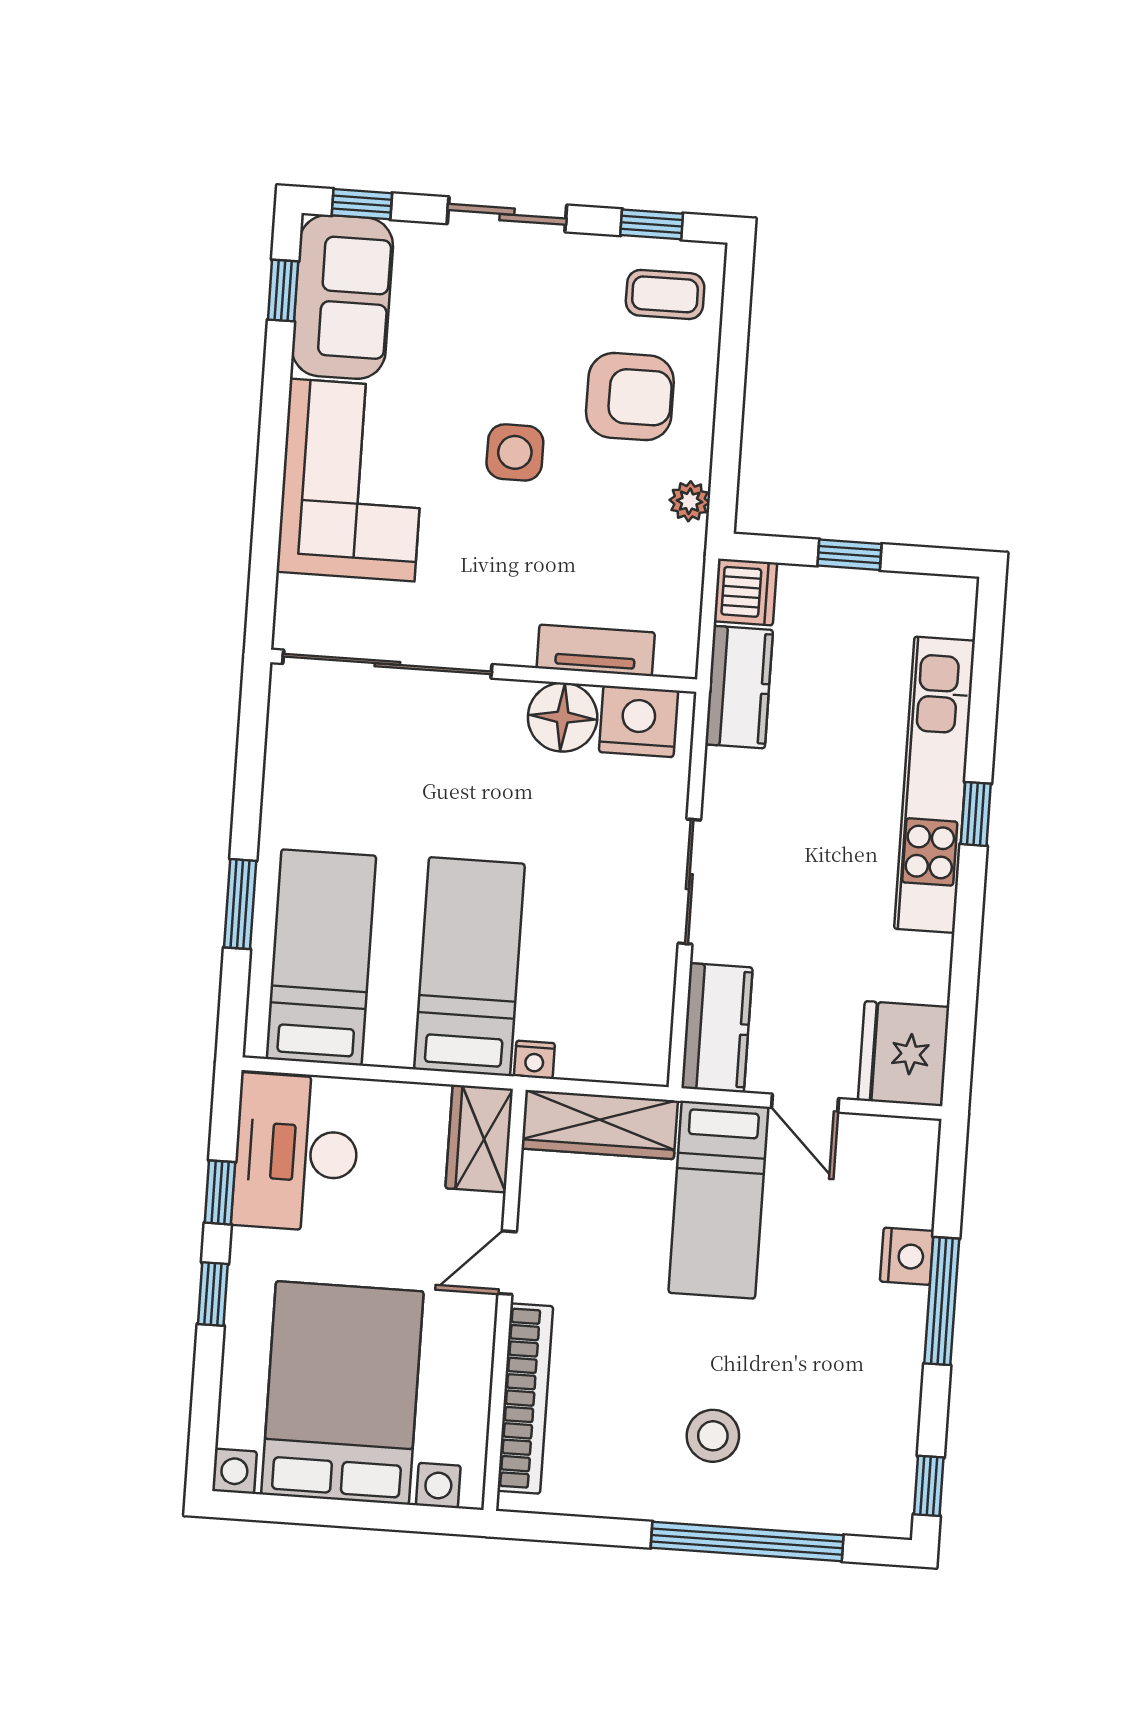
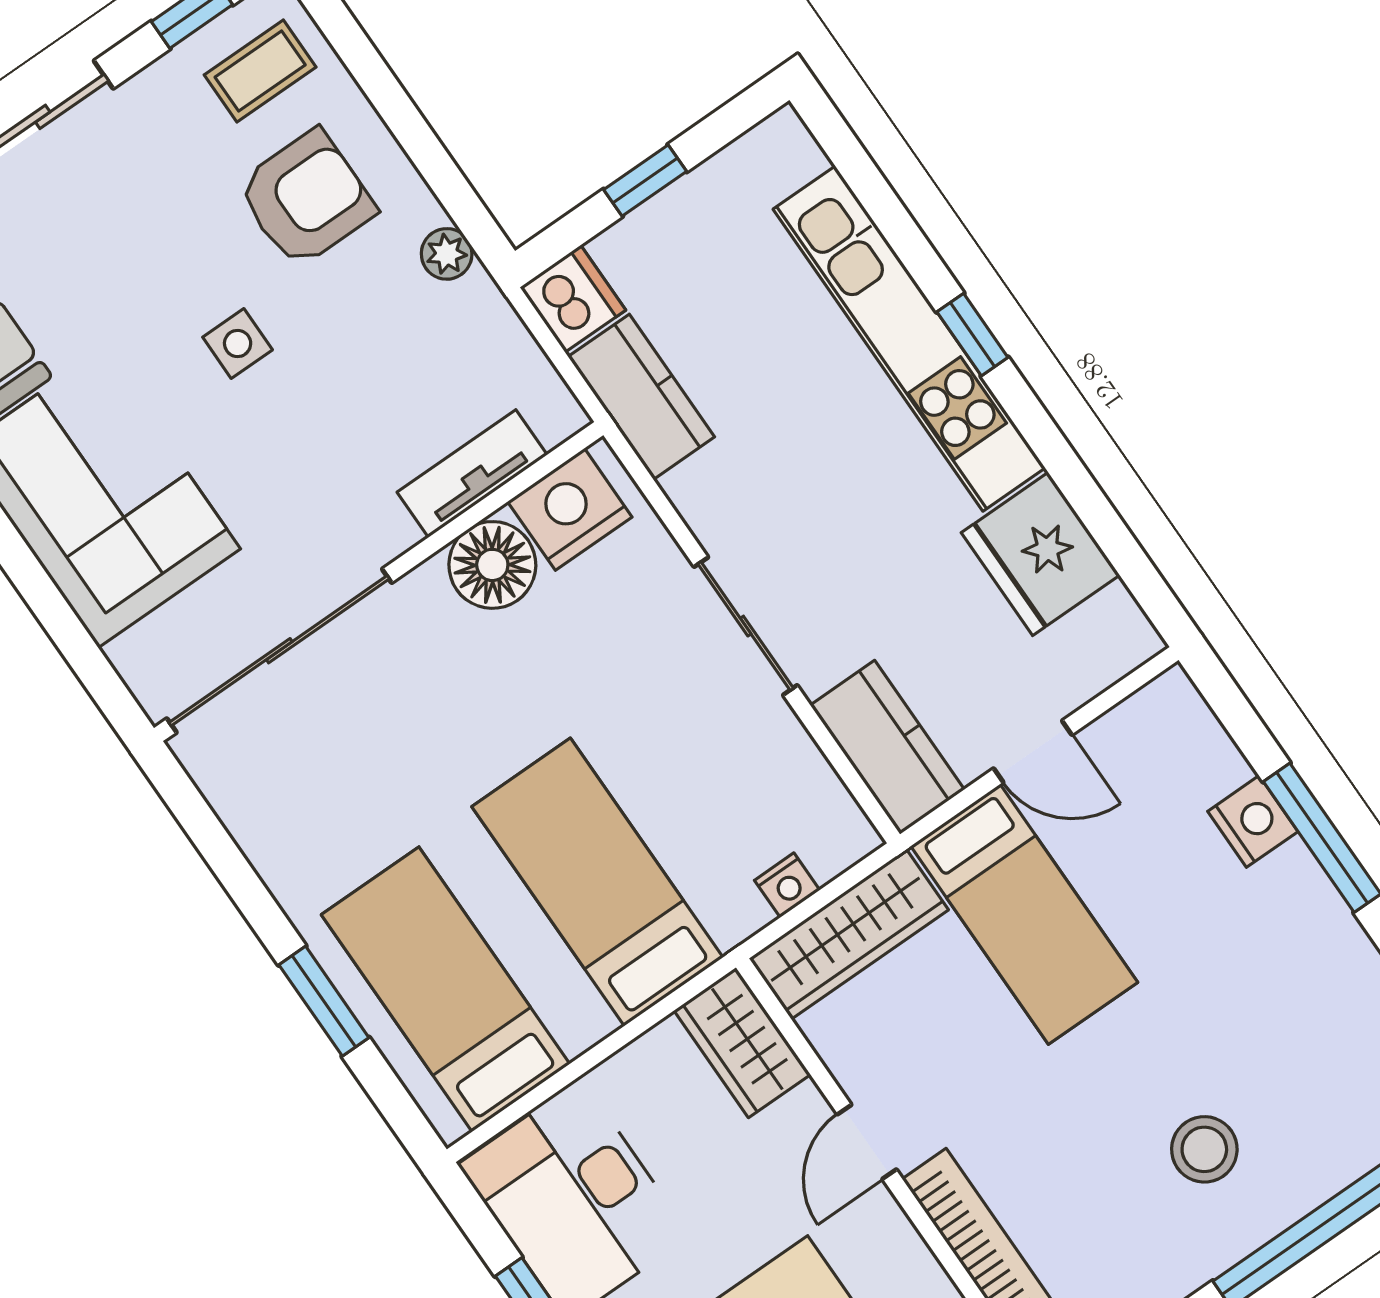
side table: (515, 452) -> (238, 343), width x0.73, depth x0.73
fridge: (904, 1054) -> (1040, 554), moved
nightstand: (534, 1060) -> (787, 885), moved

